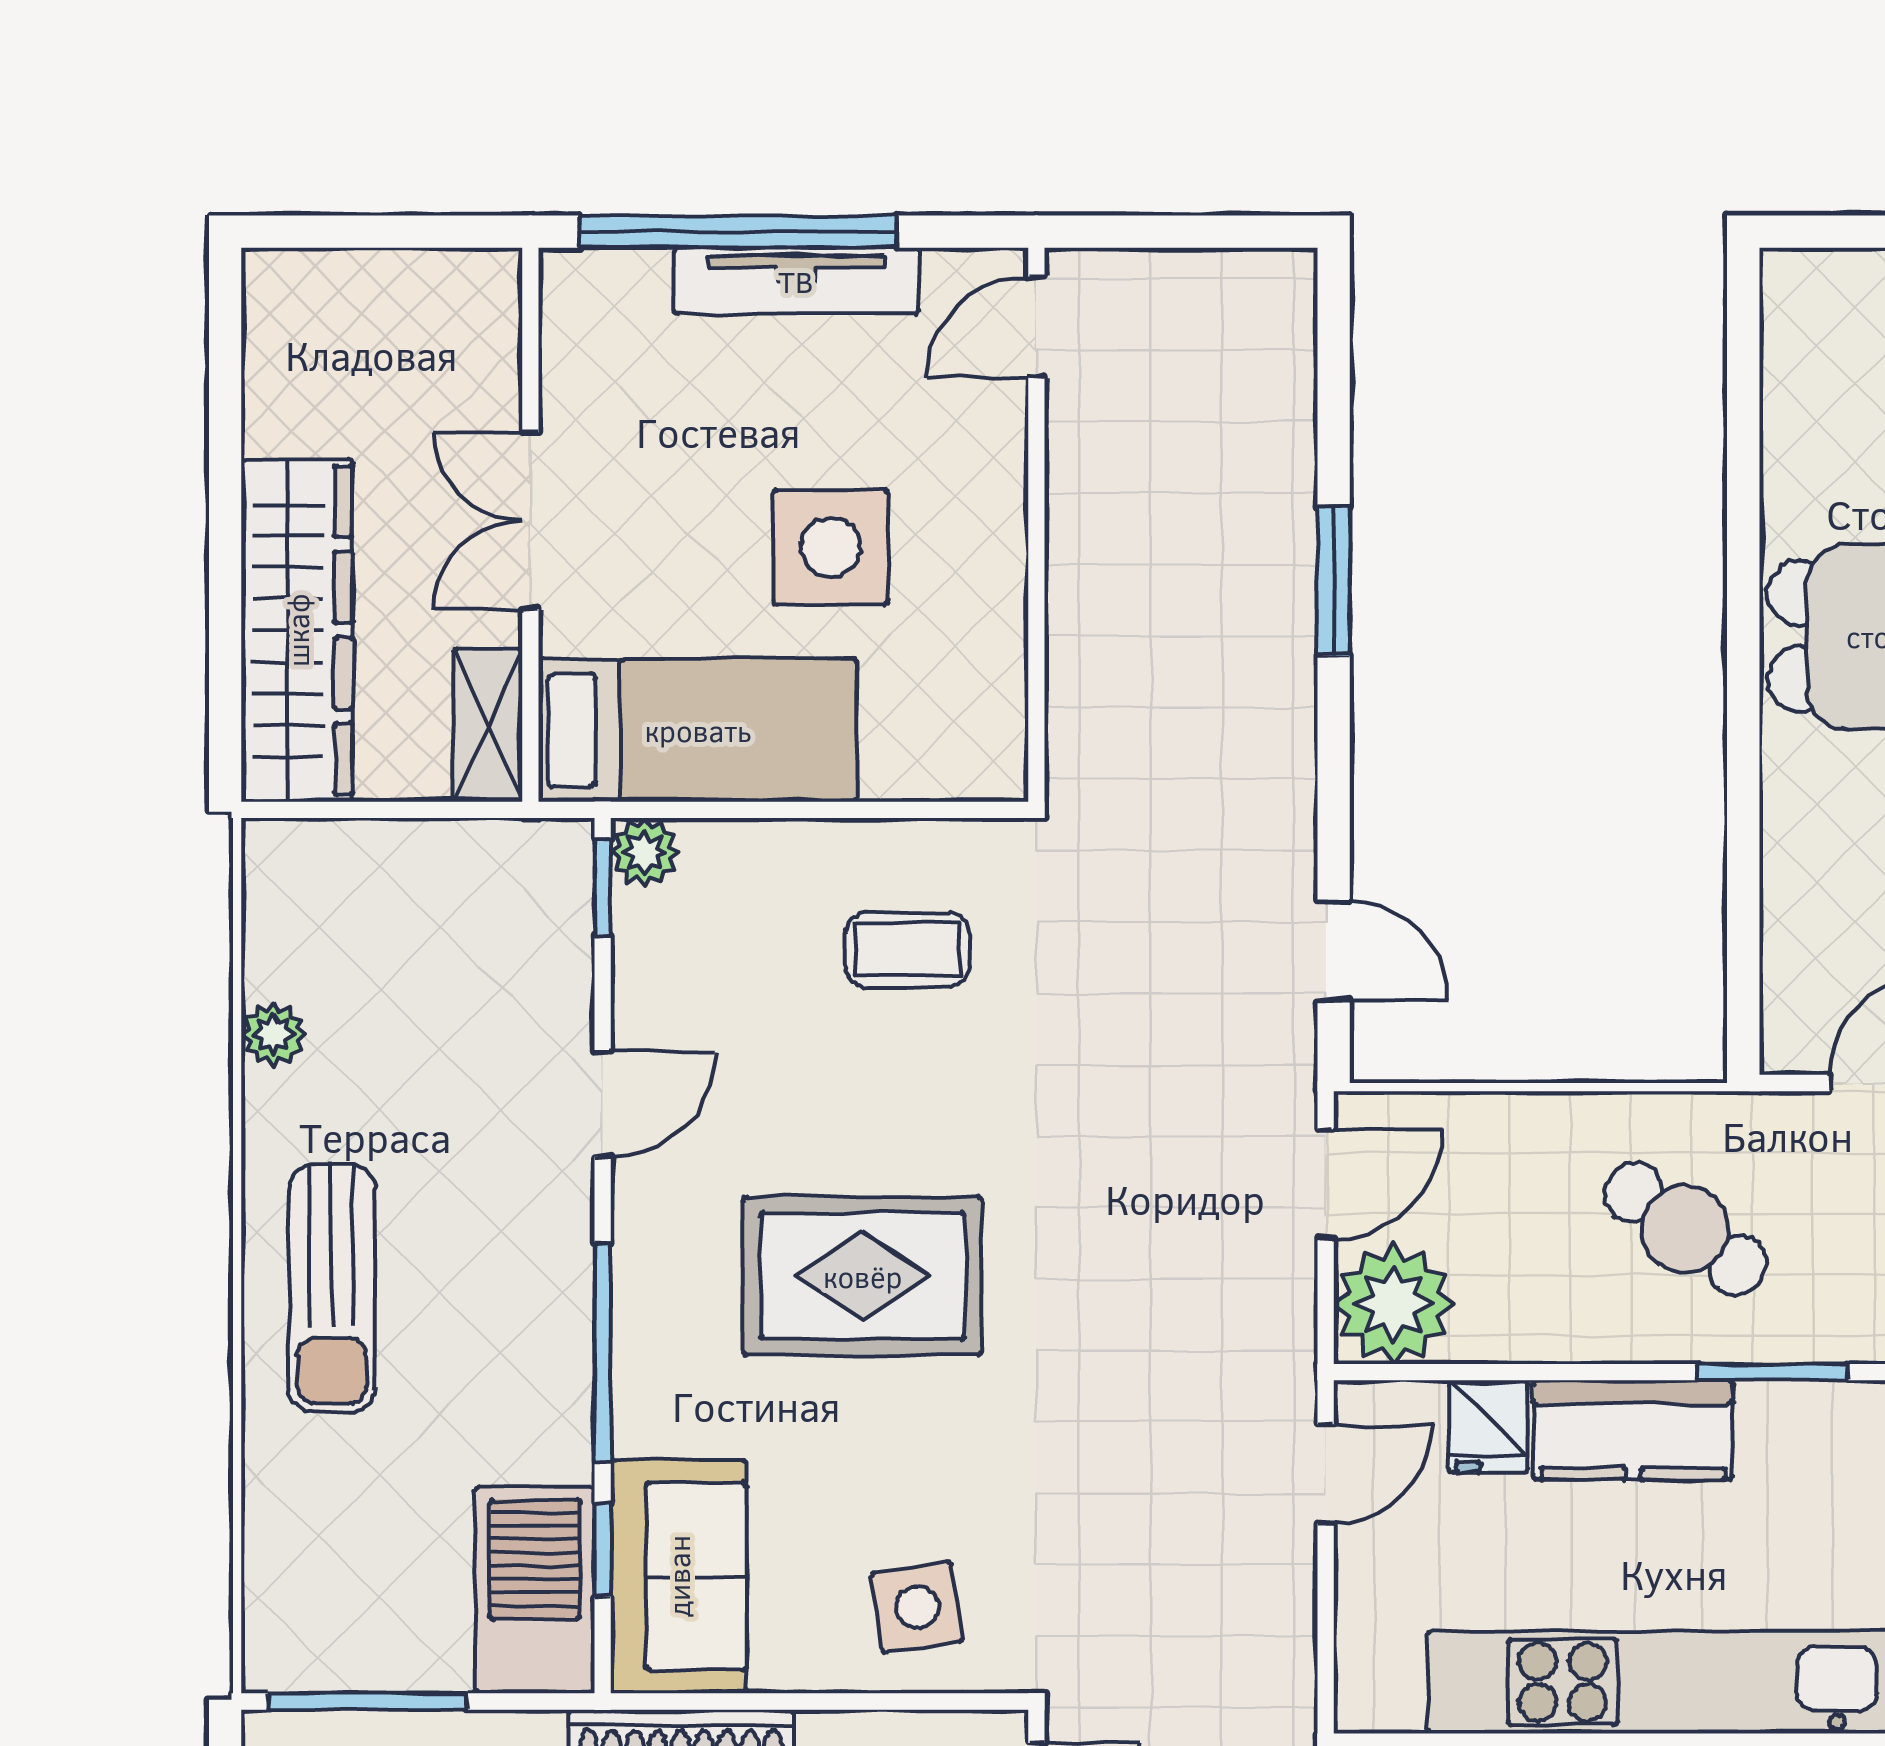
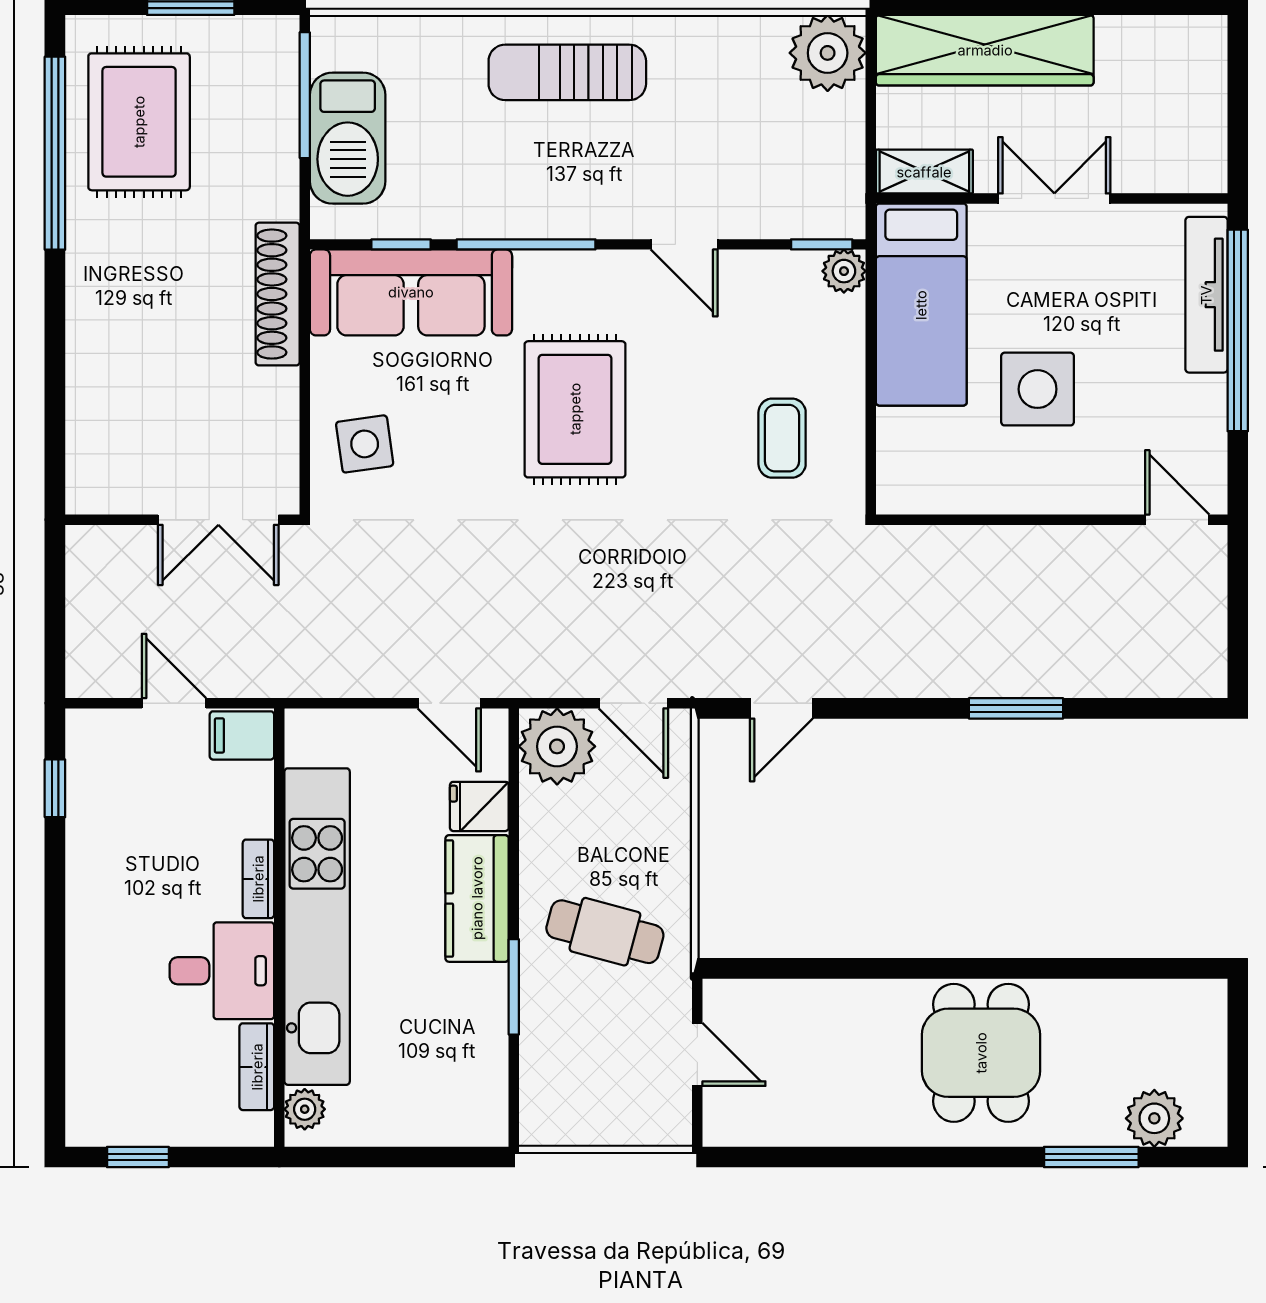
tv unit: (796, 281) -> (1206, 295), moved
plant: (273, 1035) -> (828, 53), moved, width x1.88, depth x1.88
cafe table: (1685, 1229) -> (605, 932), turned 70
sofa: (678, 1576) -> (411, 292), width x1.36
barbecue: (535, 1590) -> (348, 138), moved, turned 90

